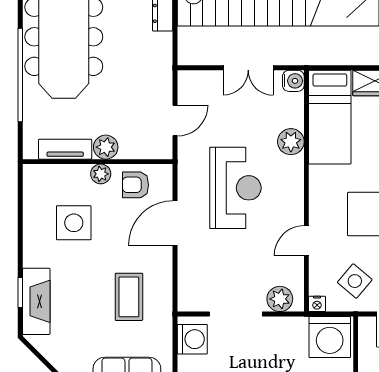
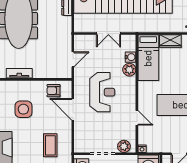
water cooler: (293, 81) -> (130, 57), moved
plant: (106, 147) -> (39, 72), removed
plant: (101, 174) -> (37, 85), removed
door: (175, 223) -> (73, 109), hinge flipped
door: (306, 241) -> (137, 118), swing flipped
side table: (355, 281) -> (160, 138), removed

